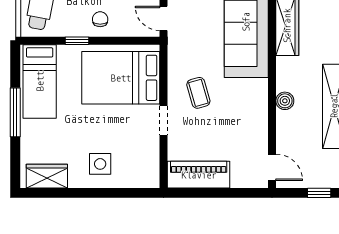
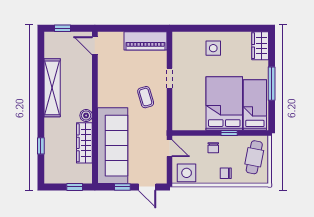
bed: (121, 78) -> (224, 103), moved, turned -90
boiler: (285, 101) -> (86, 115), moved
wardrobe: (47, 176) -> (260, 46), moved, turned 90

